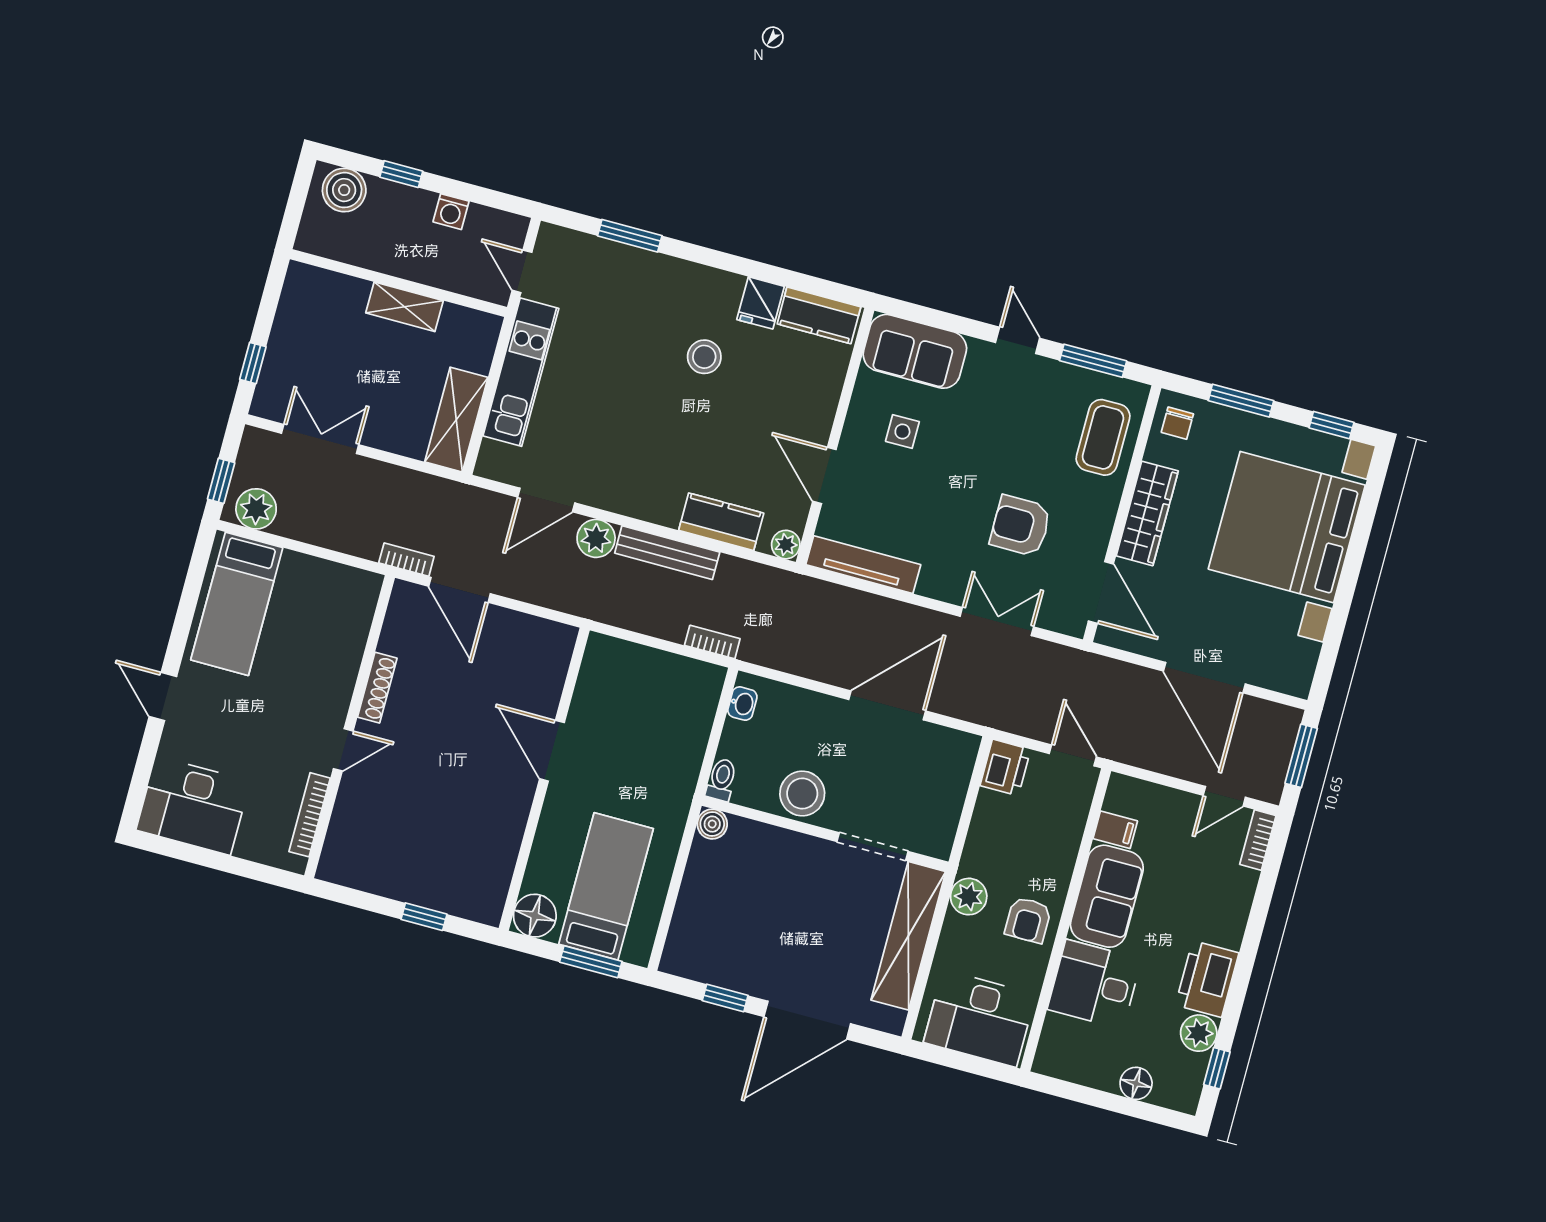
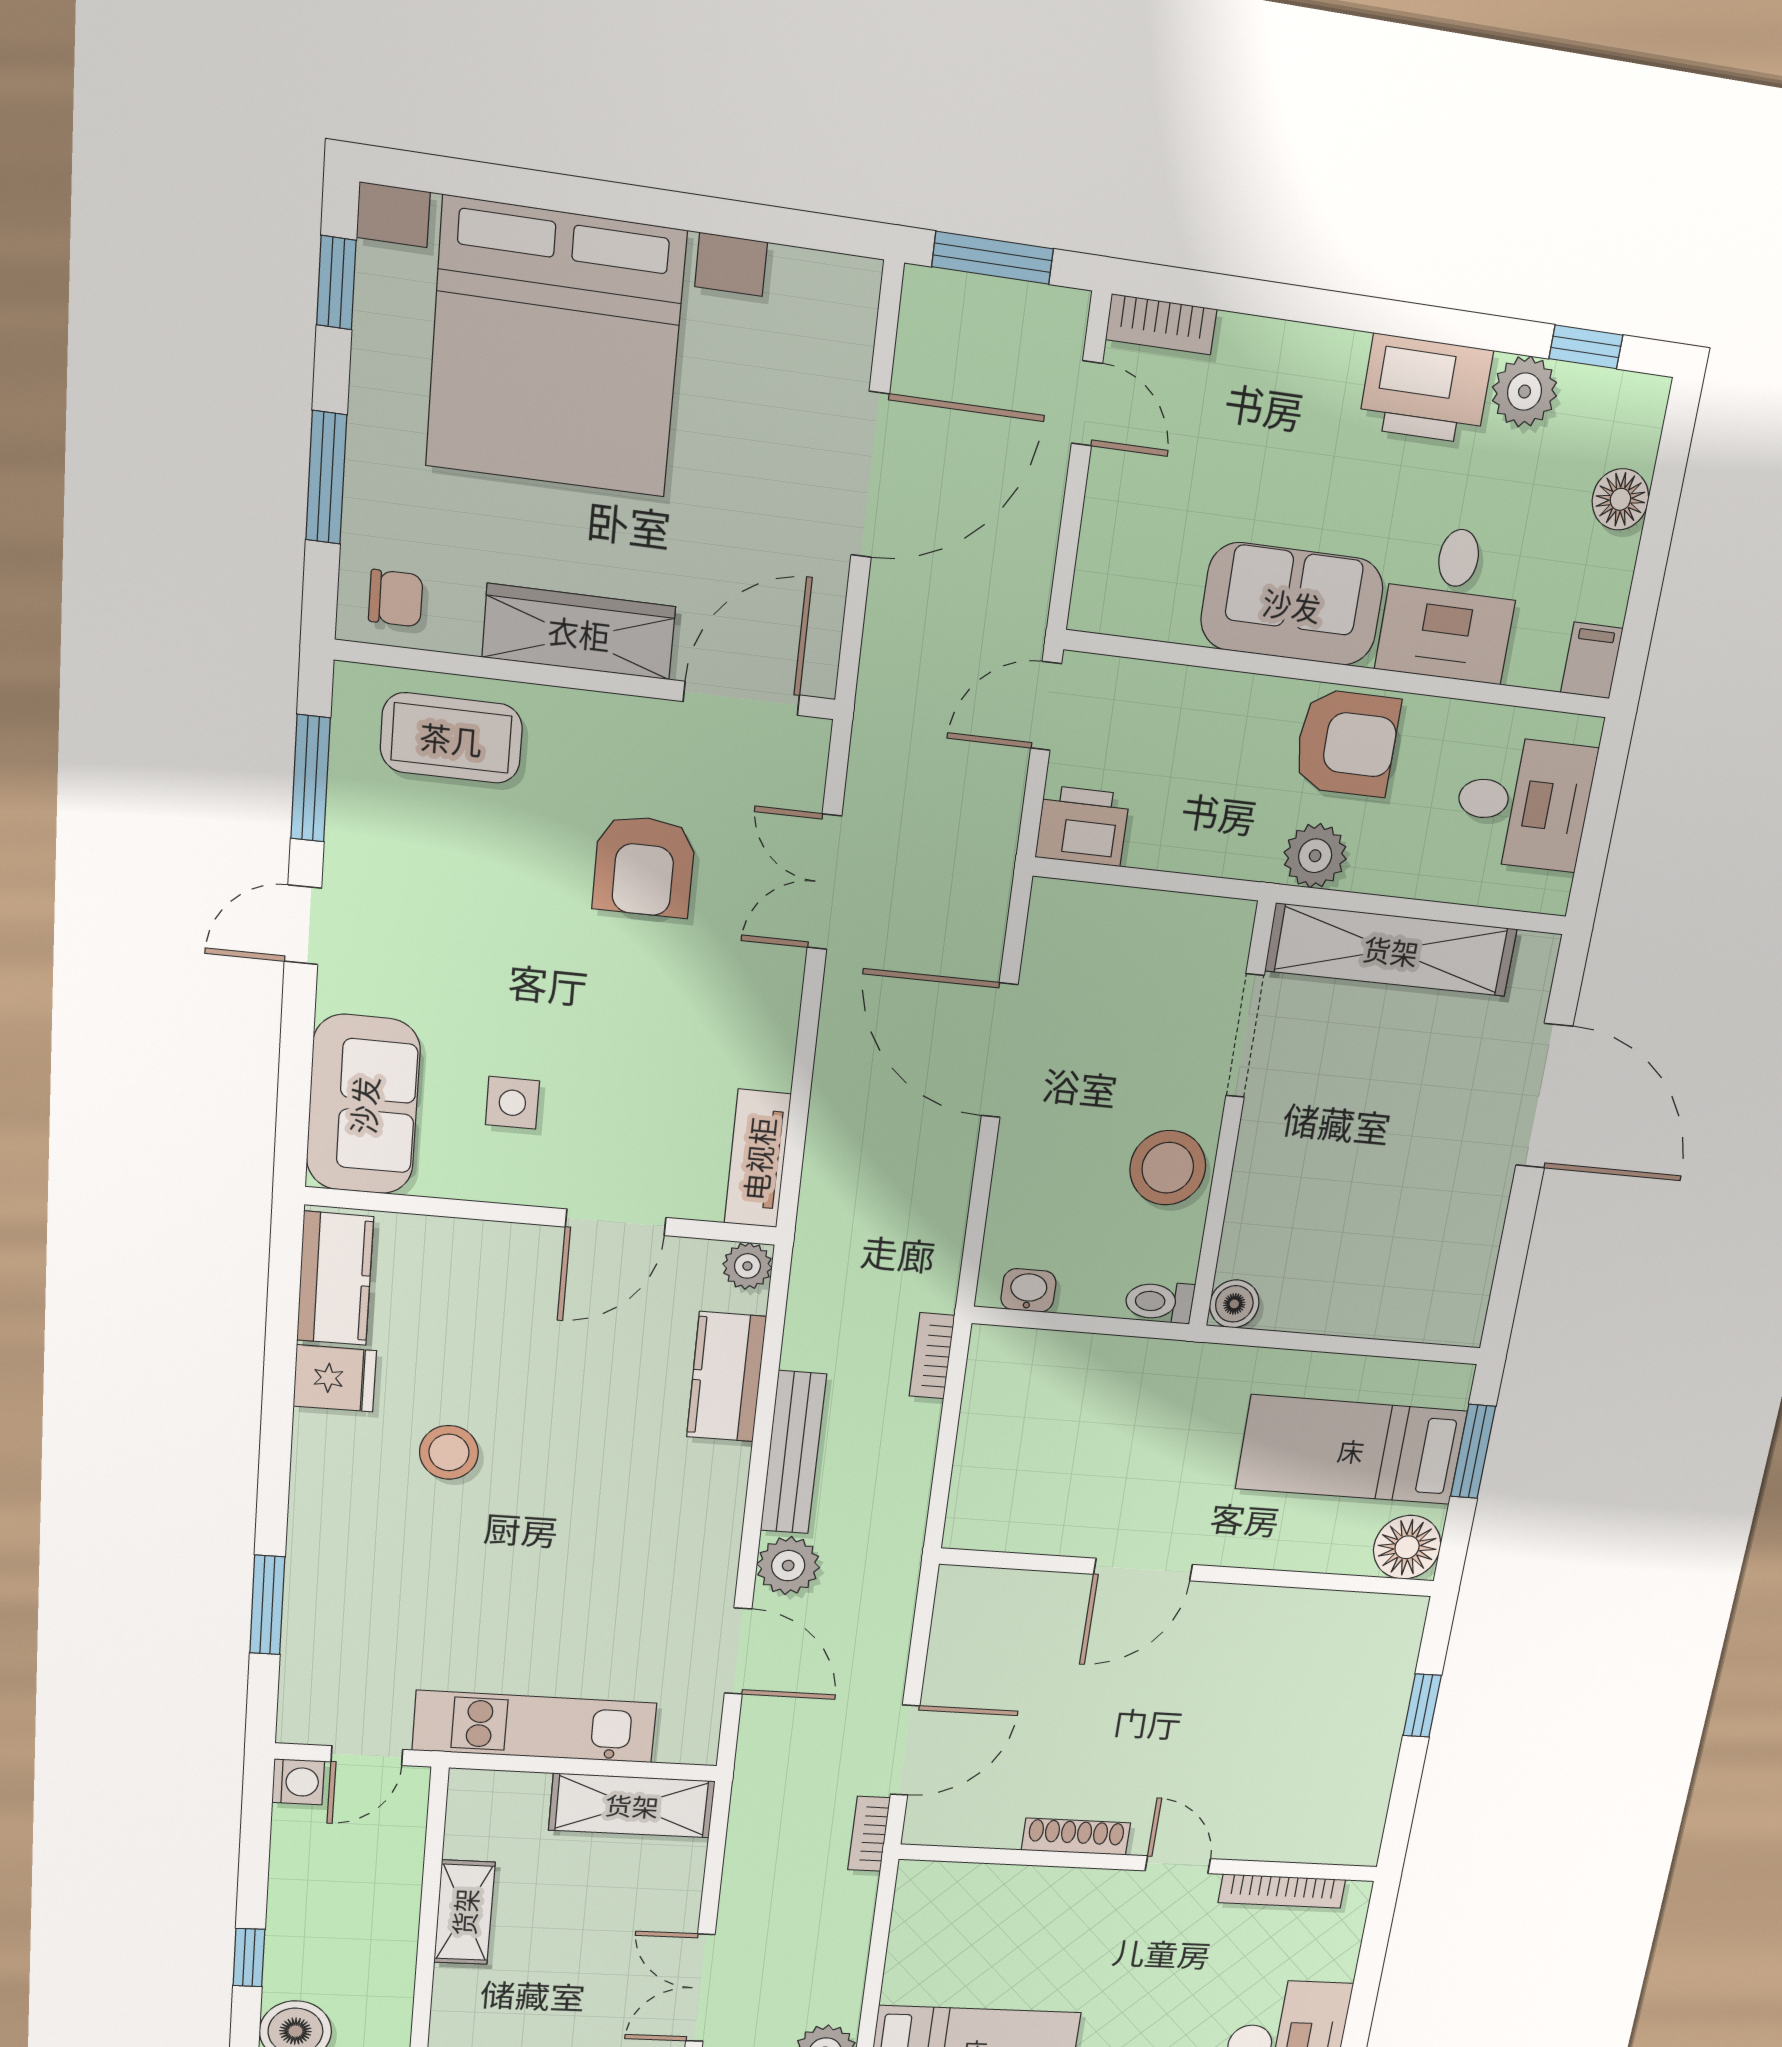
washing machine: (451, 212) -> (298, 1782), moved
tv unit: (863, 565) -> (758, 1159), width x0.71
filing cabinet: (1115, 830) -> (1592, 660), moved
armchair: (1028, 920) -> (1347, 743), width x1.38, depth x1.38
window: (725, 998) -> (1517, 1234), removed
desk: (980, 1018) -> (1523, 803), width x0.73

